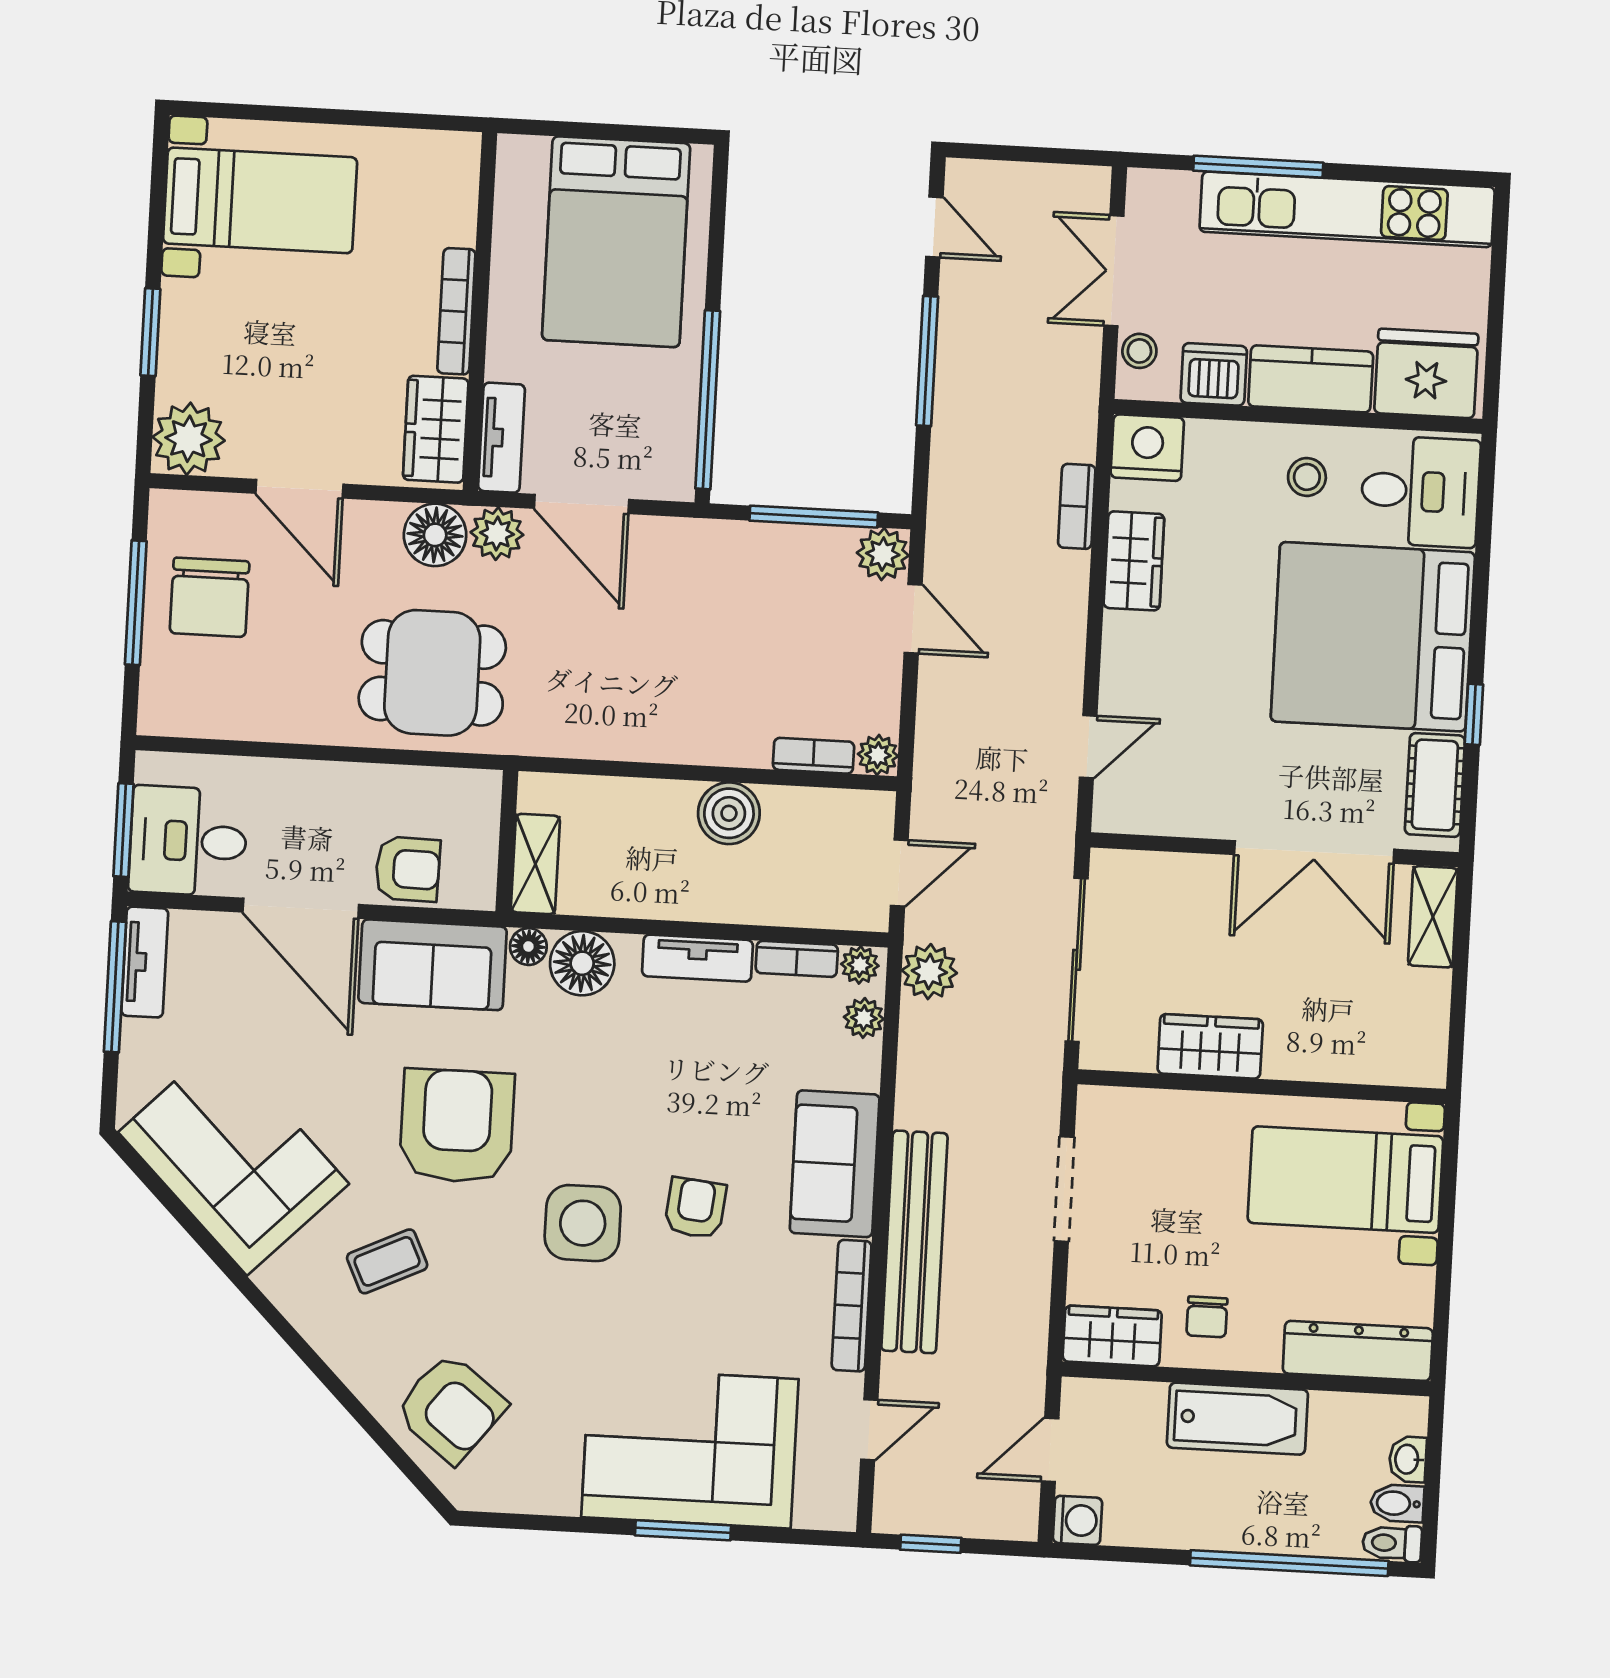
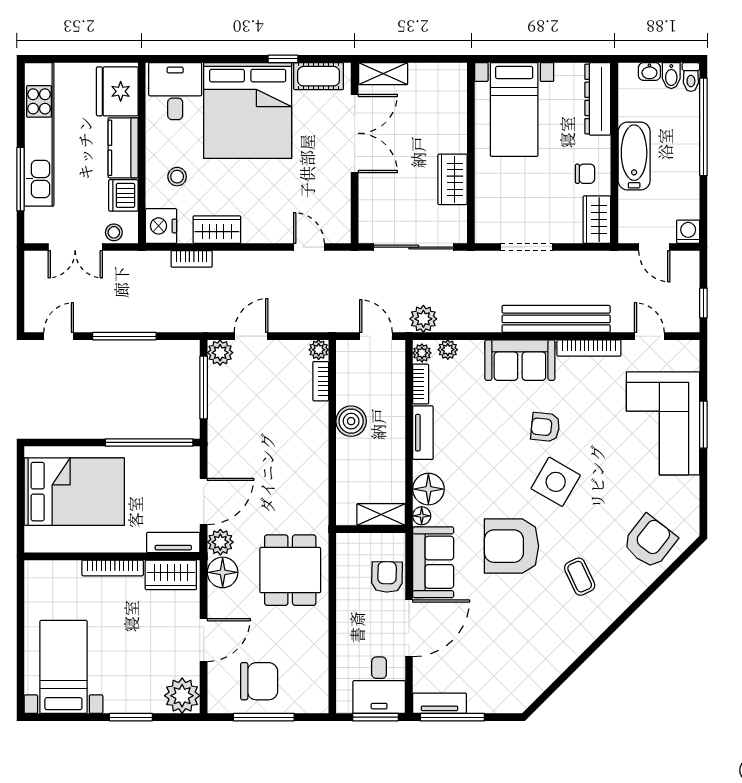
stool: (1307, 477) -> (177, 177), moved
corner sofa: (234, 1158) -> (533, 655), removed
side table: (583, 1223) -> (556, 482), turned 30

